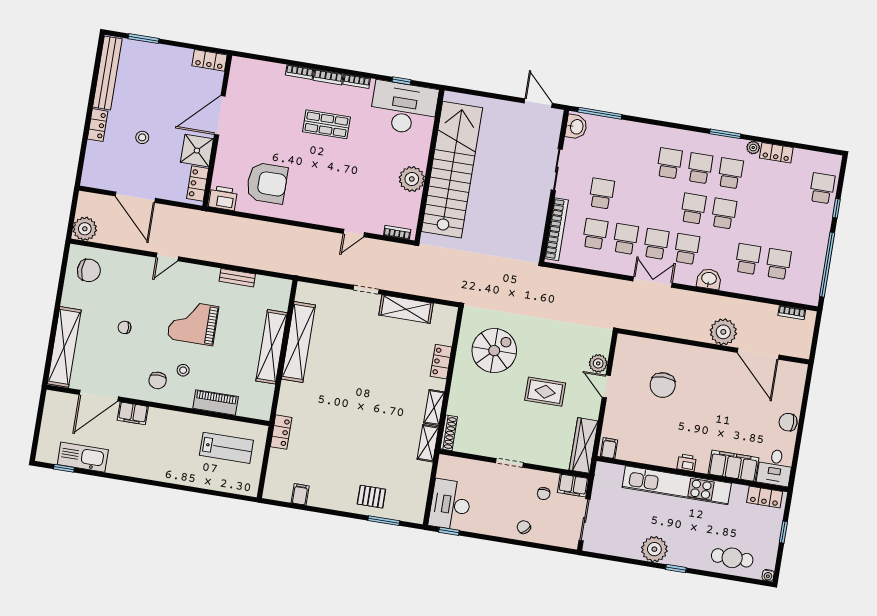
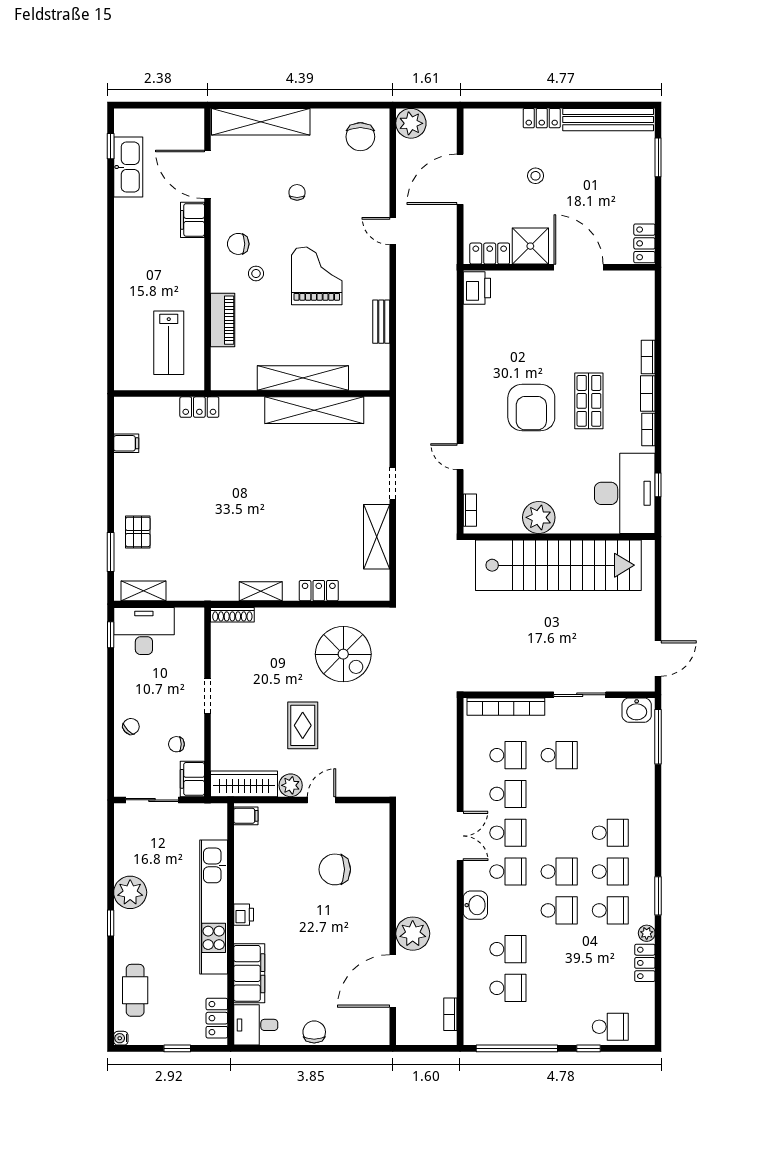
armchair: (267, 183) -> (531, 408), moved
plant: (598, 363) -> (291, 785), moved
shelving: (428, 443) -> (143, 591), moved

